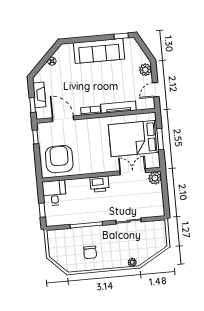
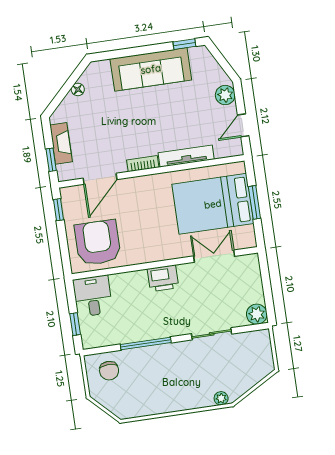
door: (63, 119) -> (100, 179), swing flipped
plant: (155, 178) -> (257, 314), moved
chair: (90, 252) -> (109, 371), moved

